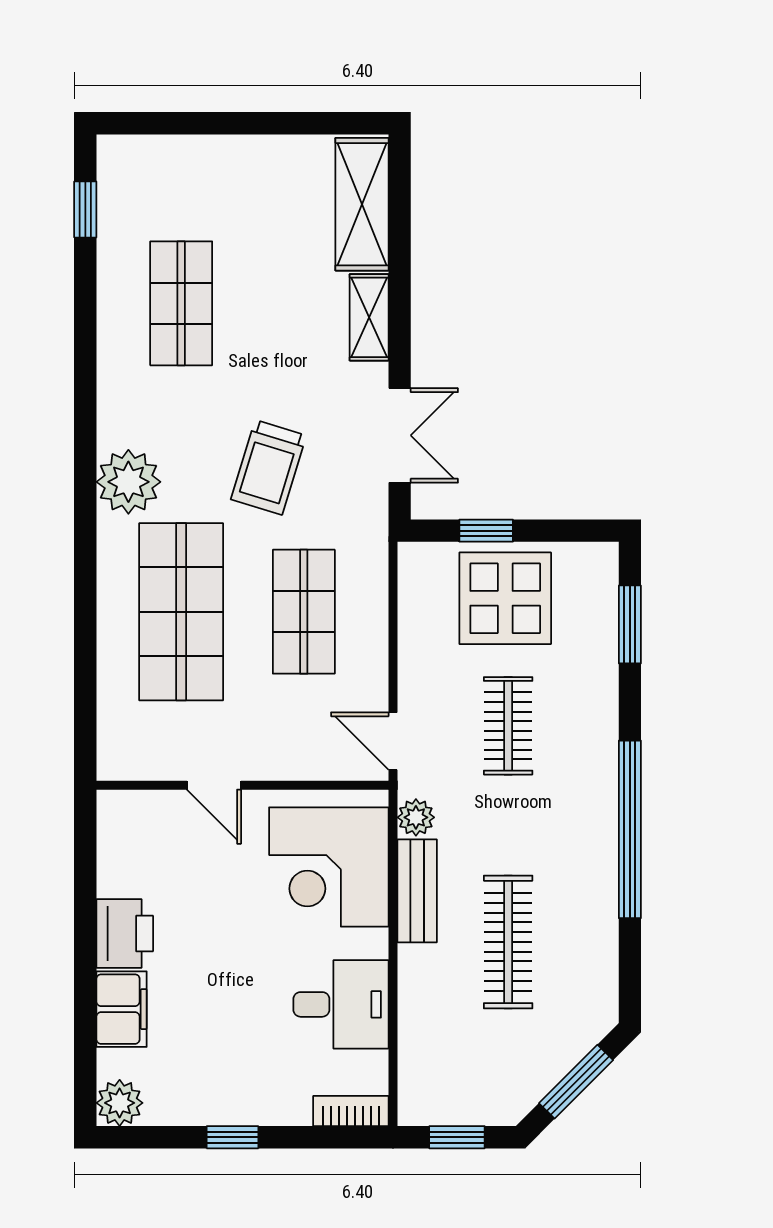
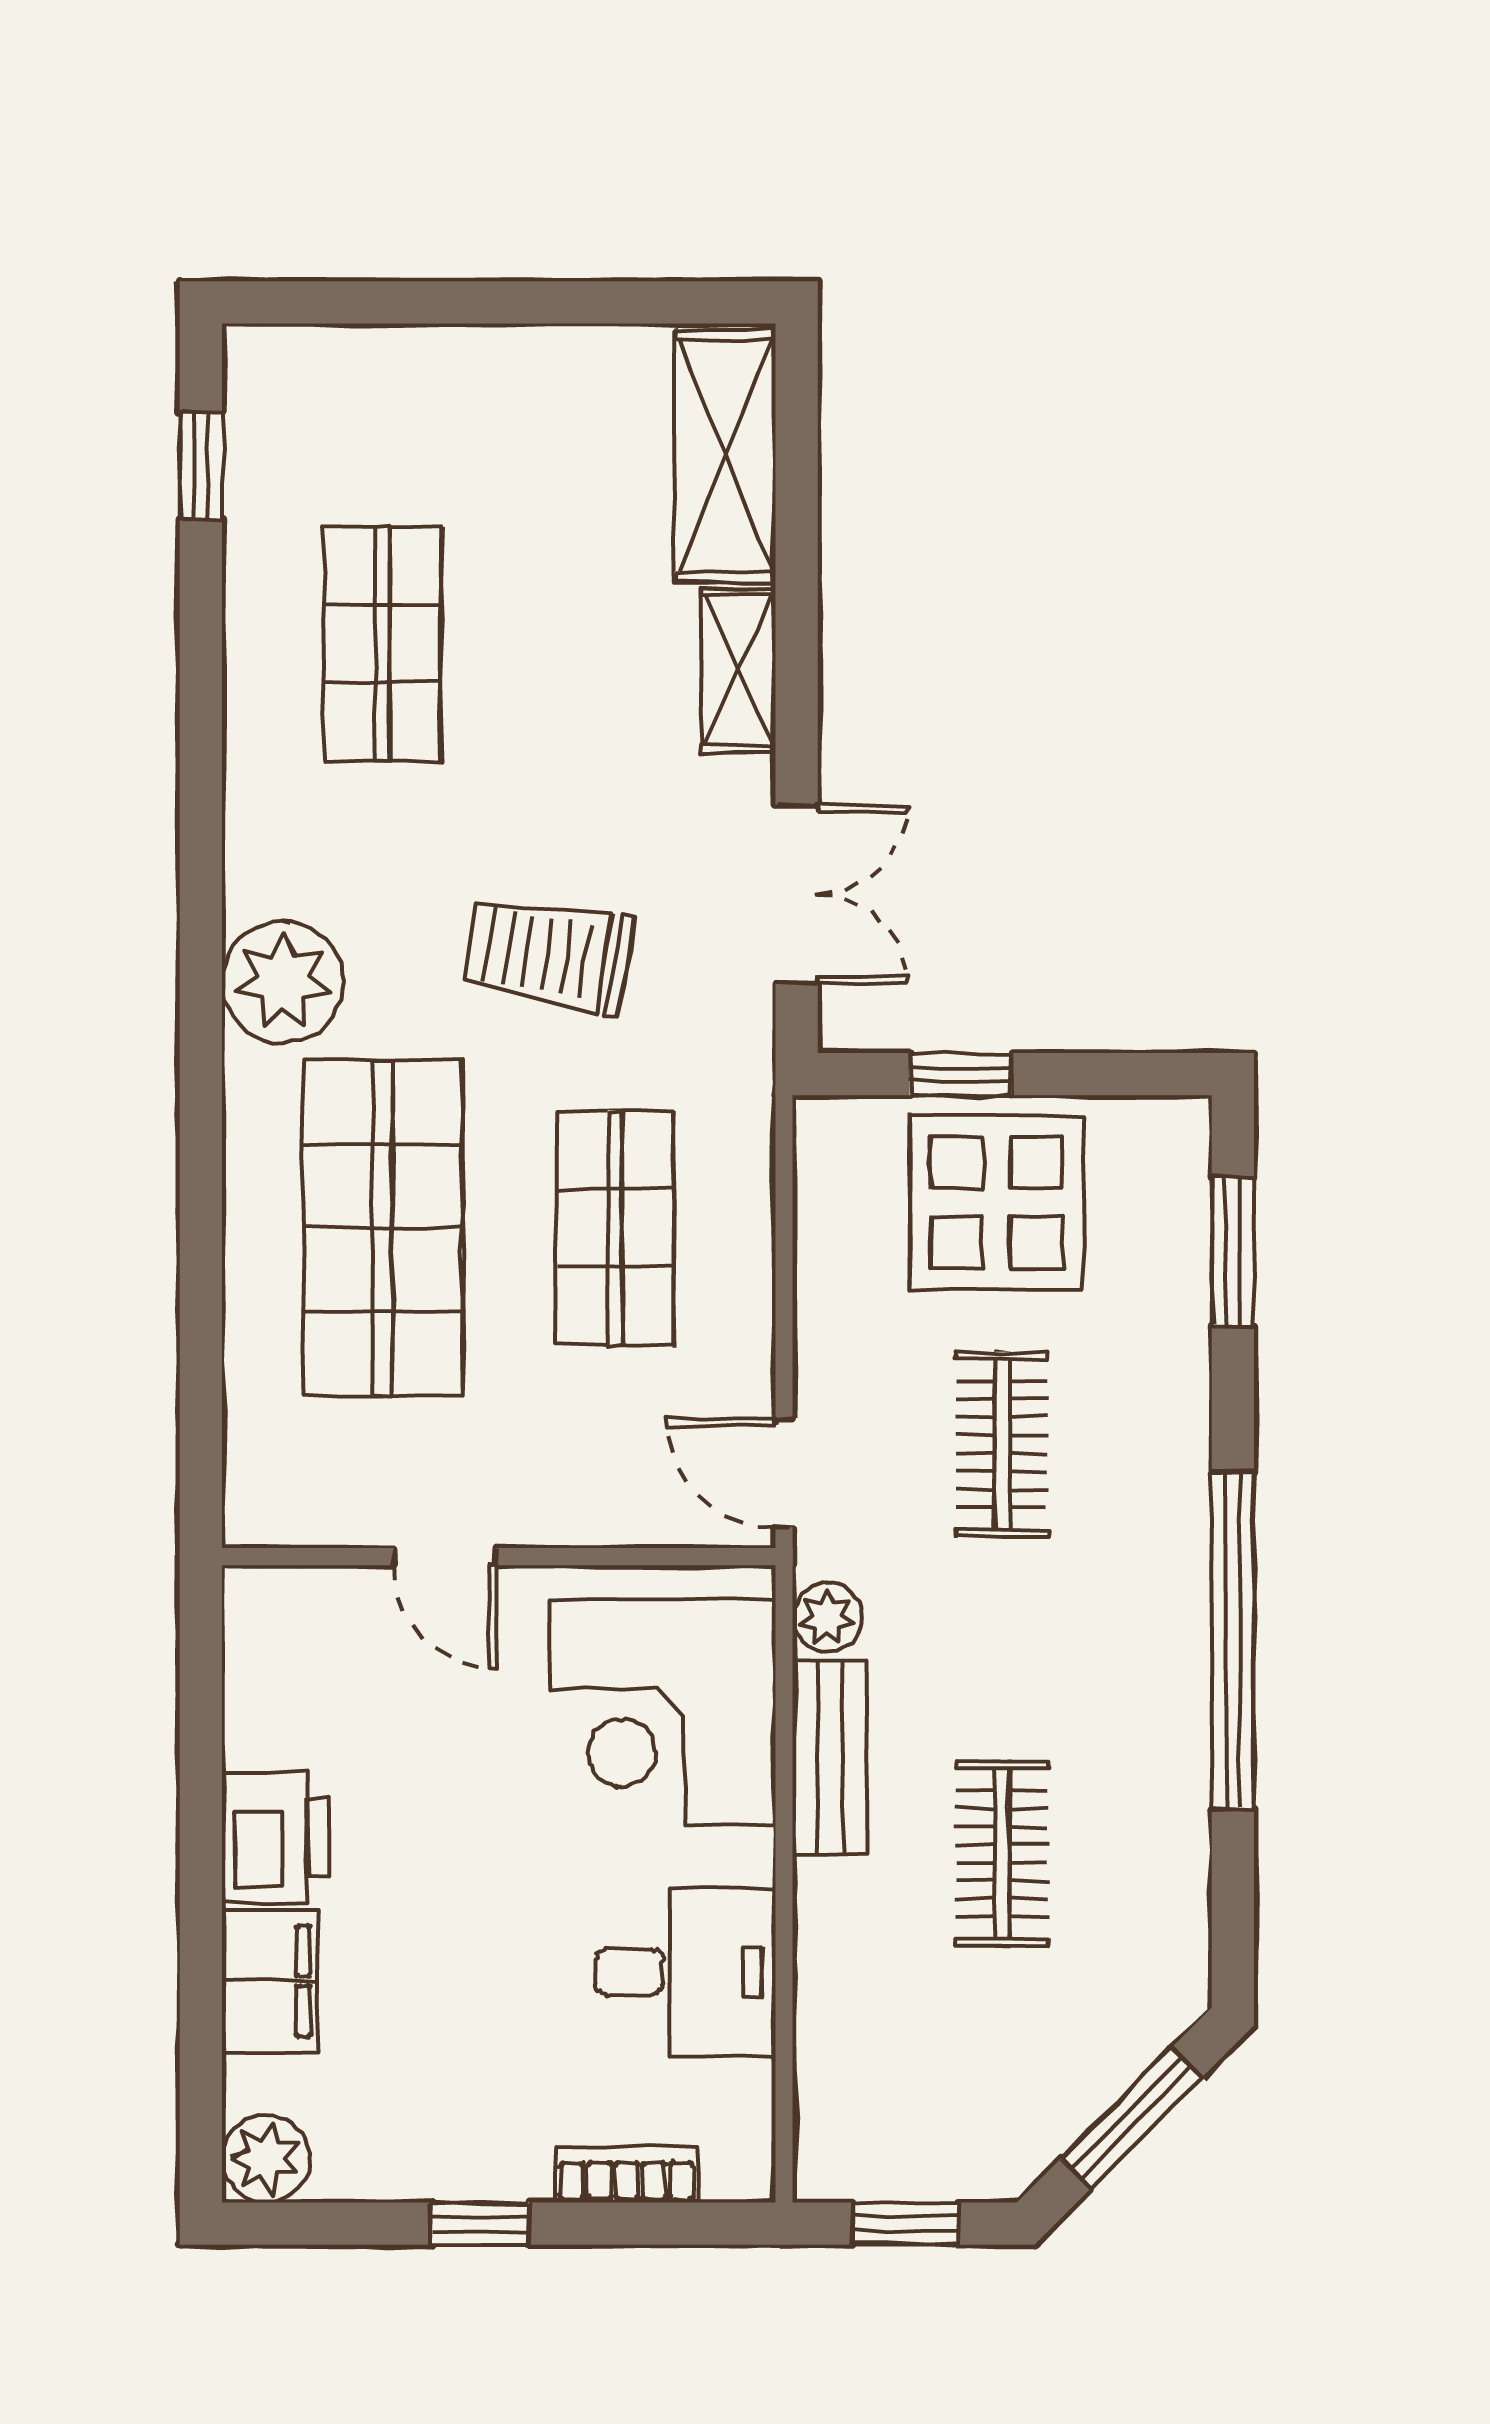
trolley: (268, 467) -> (548, 954), turned 82
clothes rail: (508, 942) -> (1002, 1854), width x0.73
bookcase: (351, 1111) -> (627, 2174), moved

